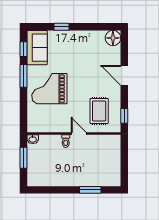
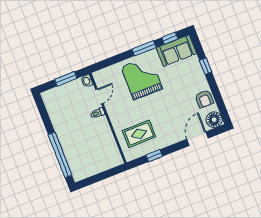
armchair: (91, 39) -> (204, 99), added
door: (124, 75) -> (197, 139), moved
window: (124, 116) -> (154, 156), moved
door: (79, 133) -> (99, 96), moved
window: (90, 190) -> (60, 155), width x2.11

